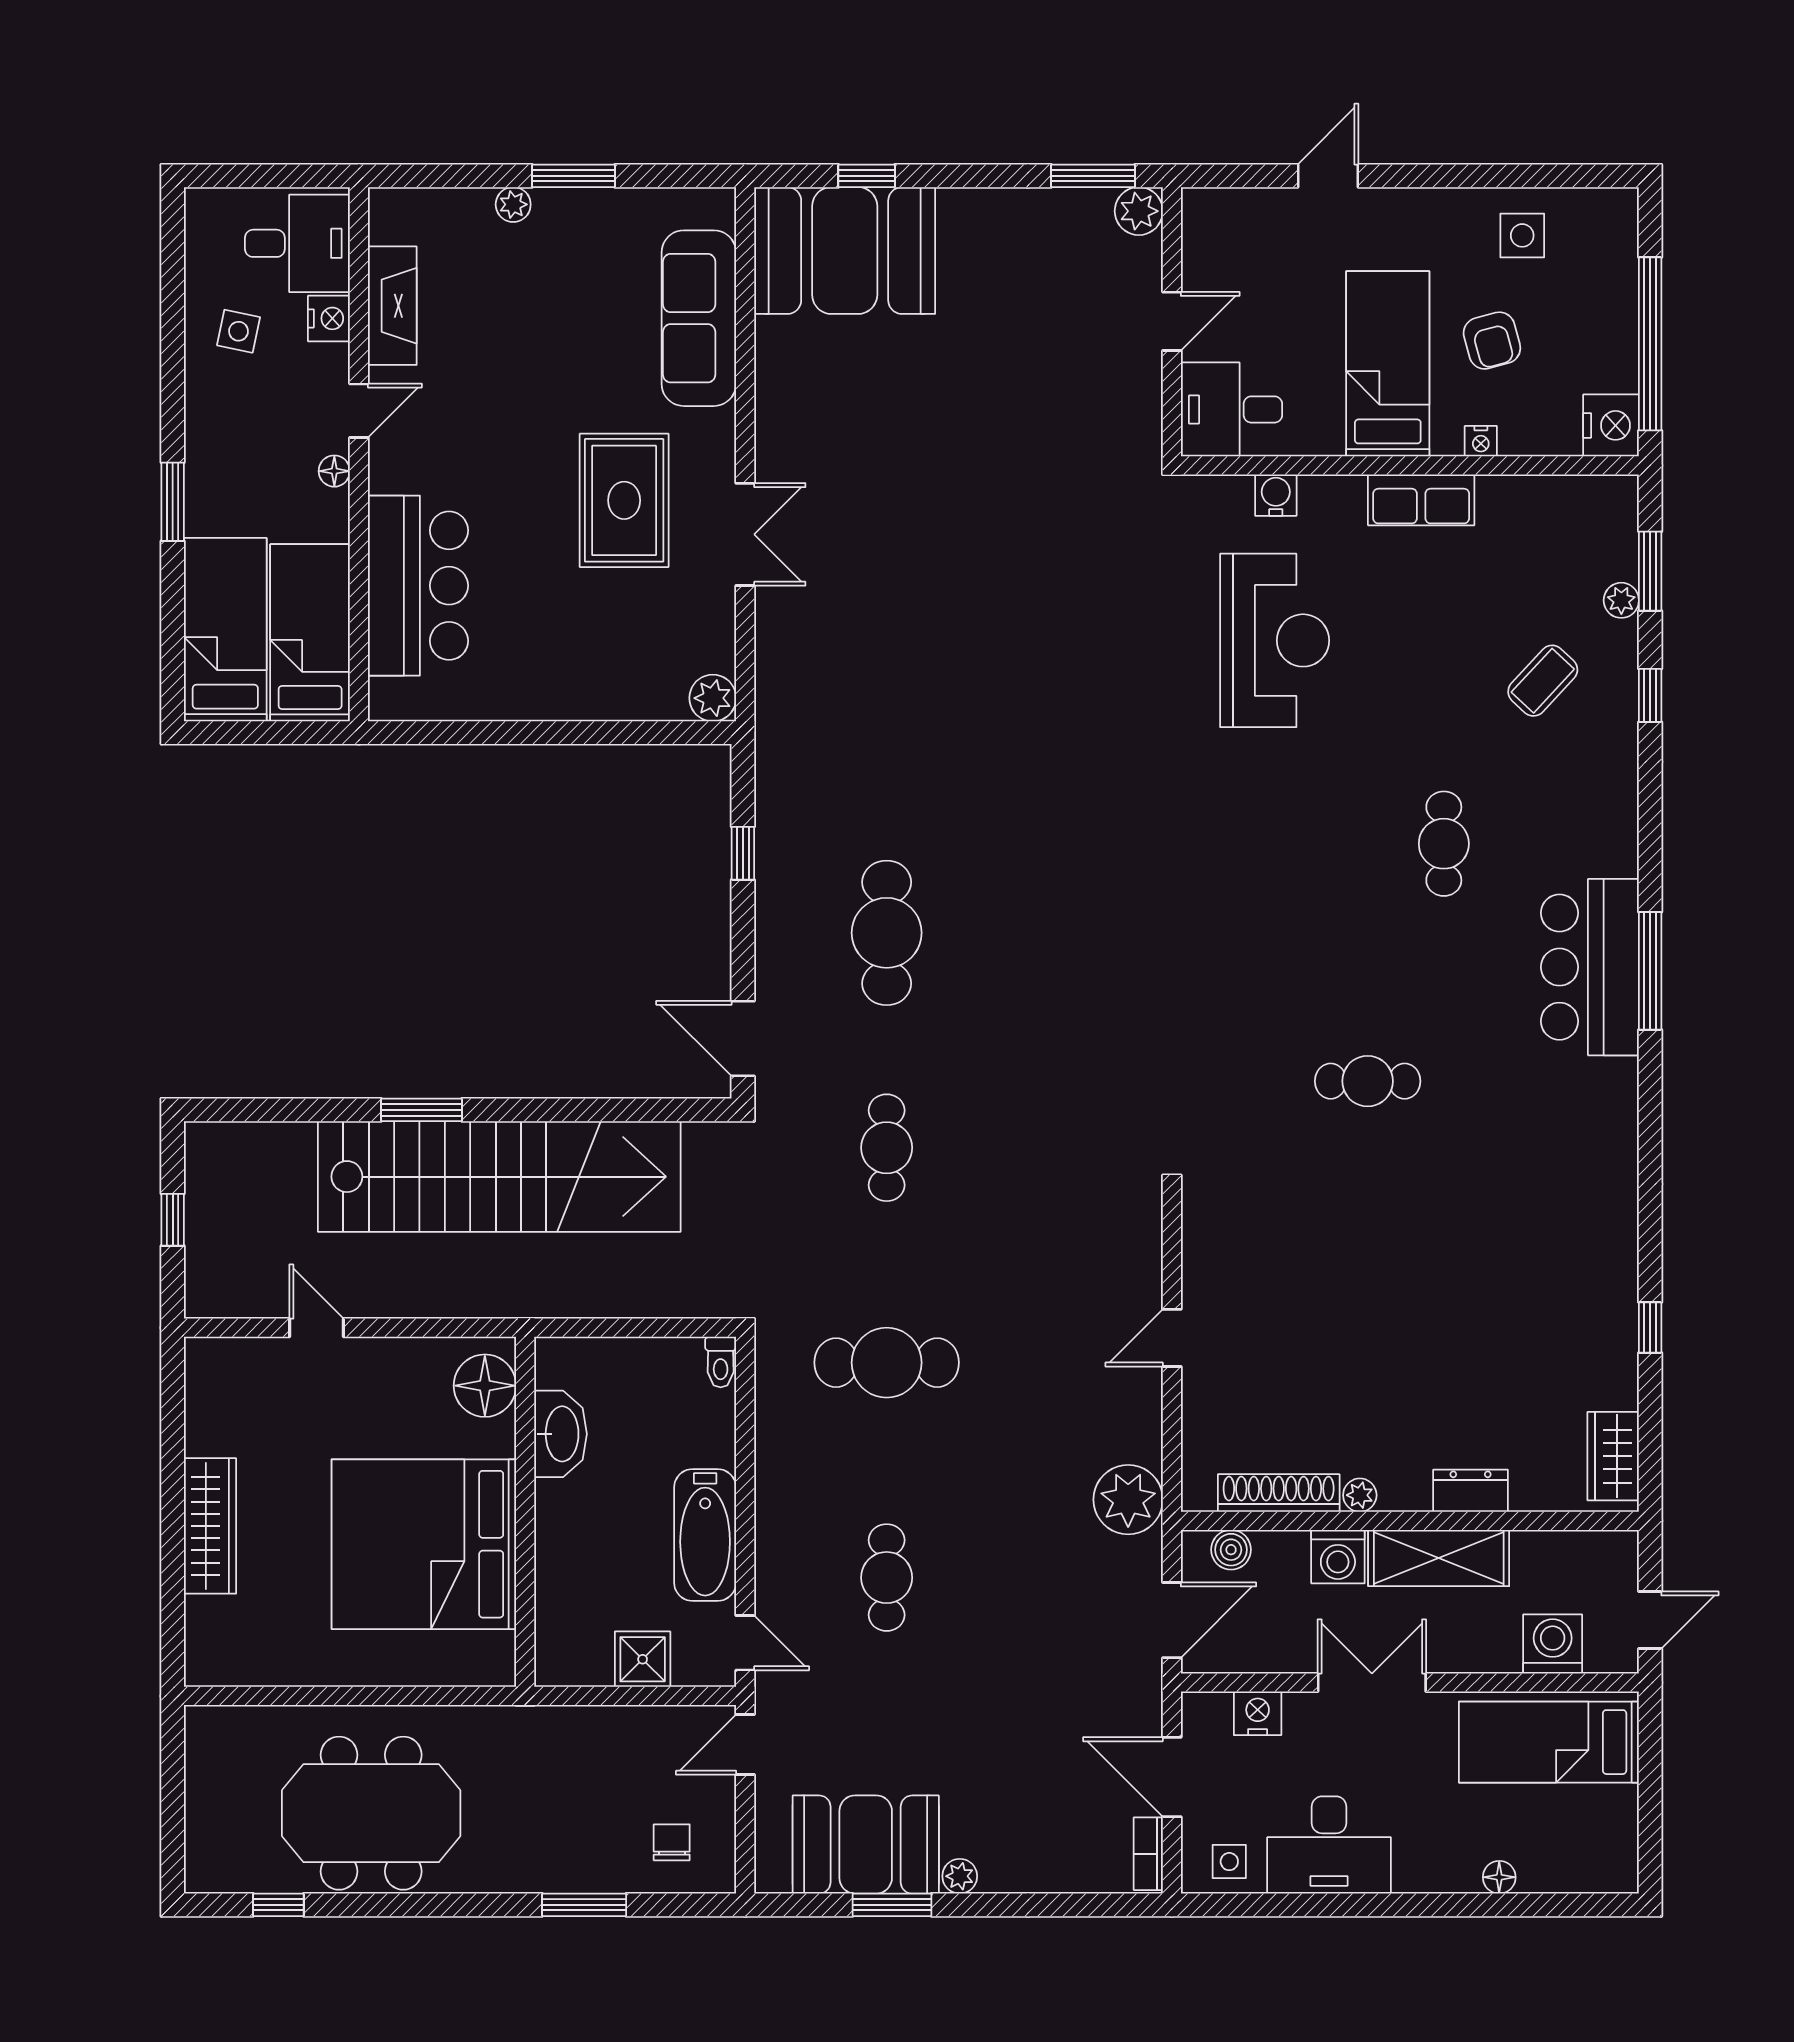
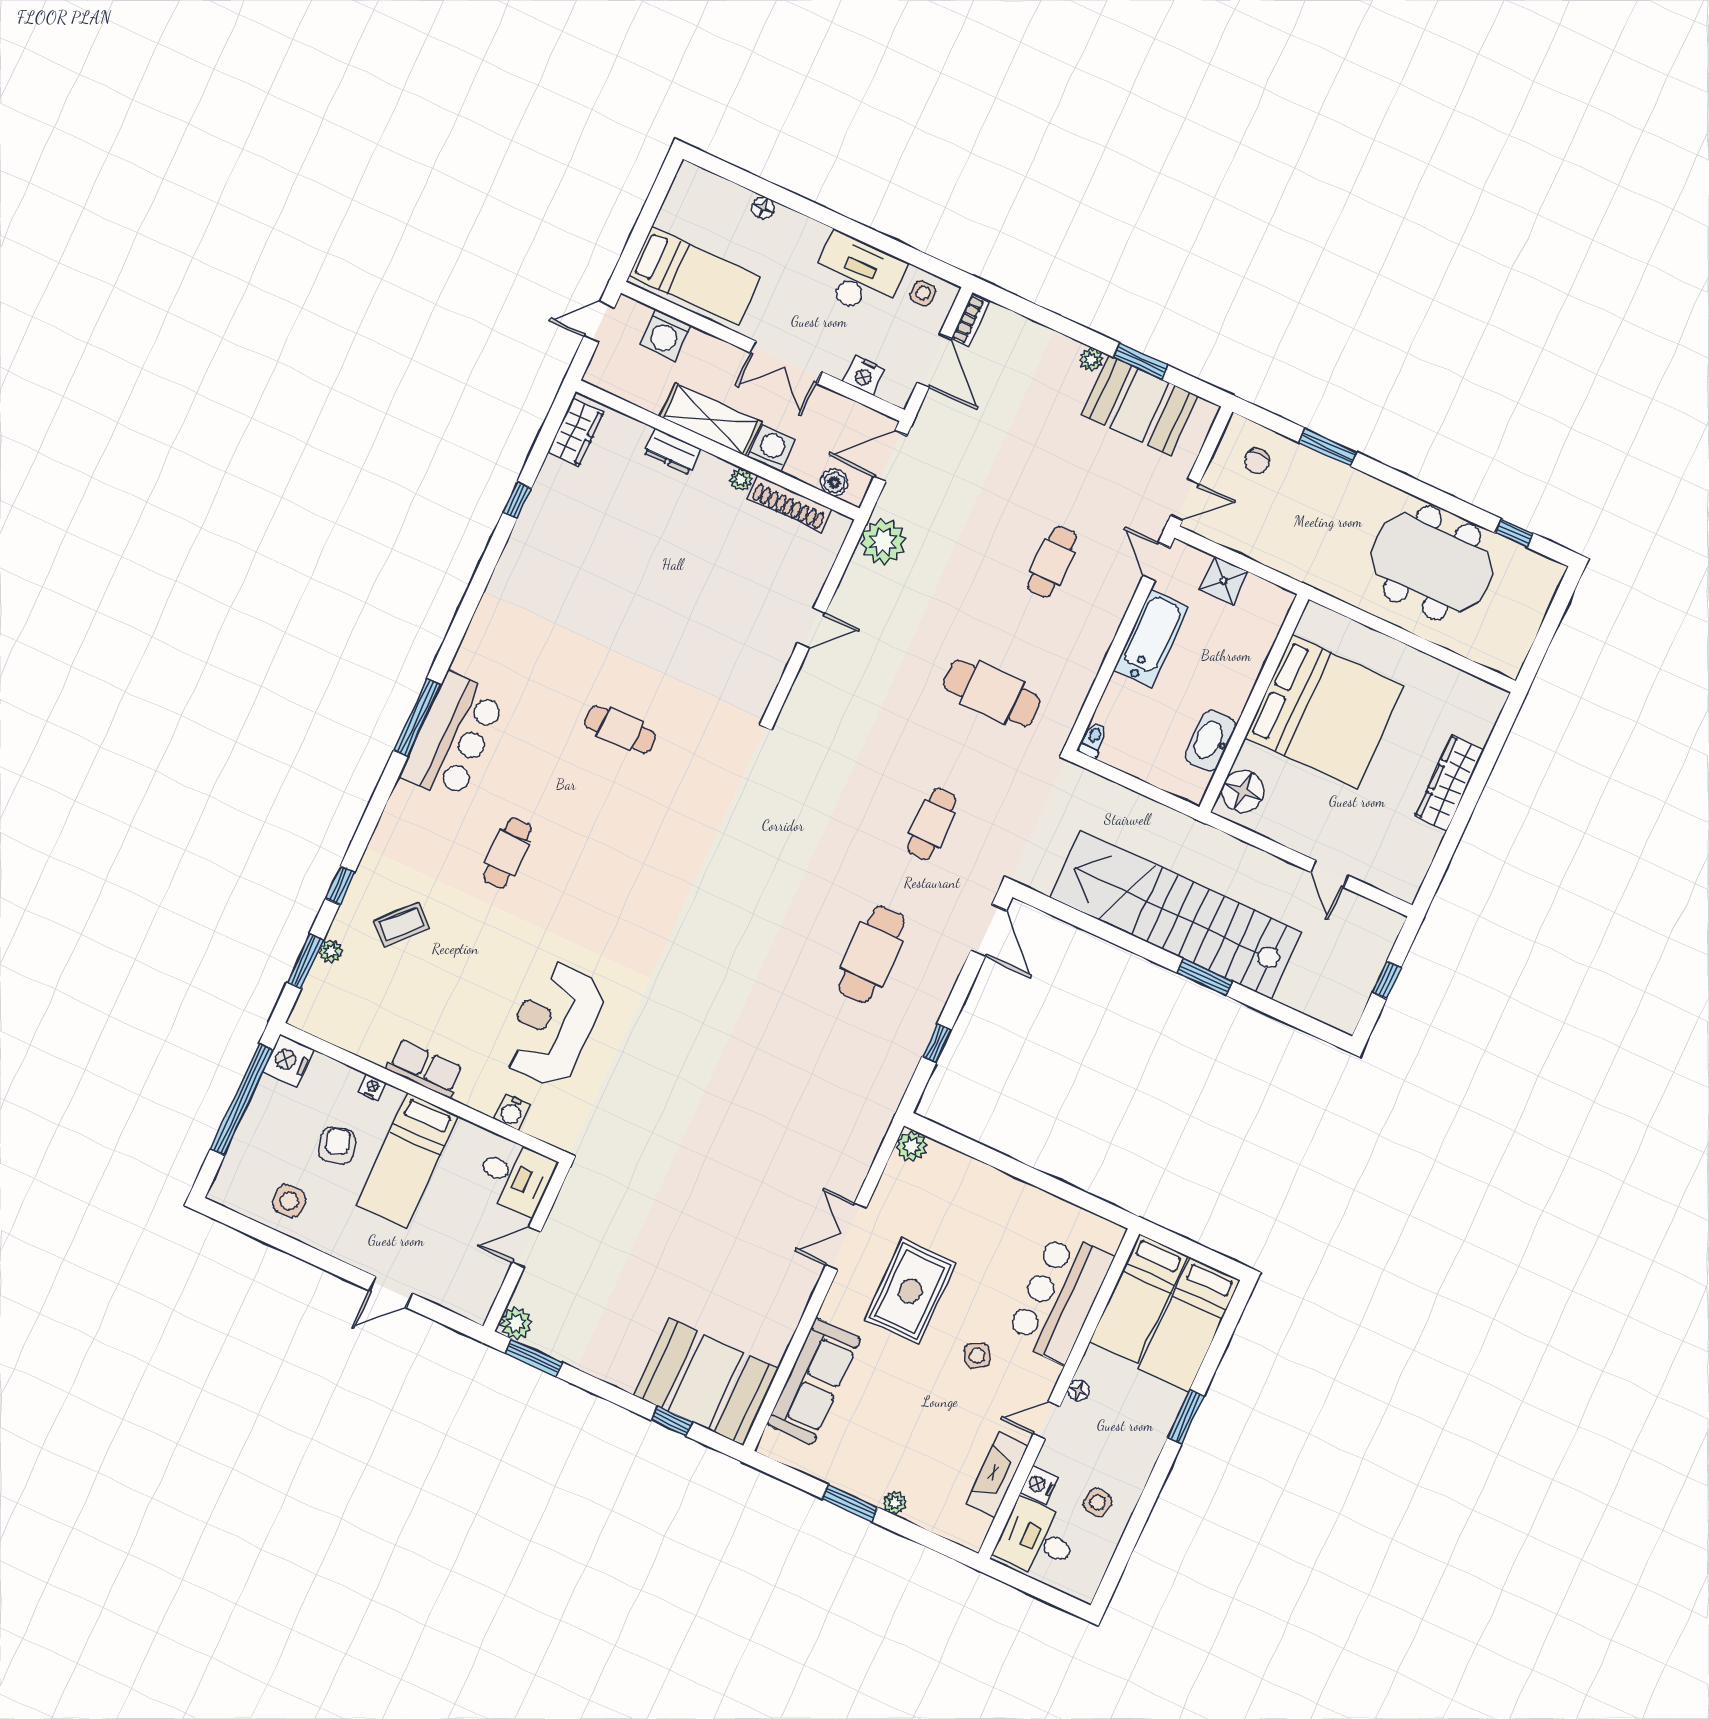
side table: (493, 455) -> (977, 1355), added

